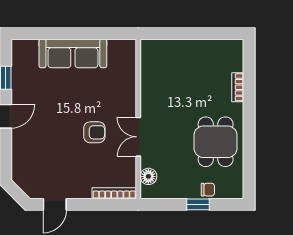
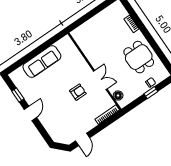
double door: (138, 137) -> (100, 80), swing flipped

